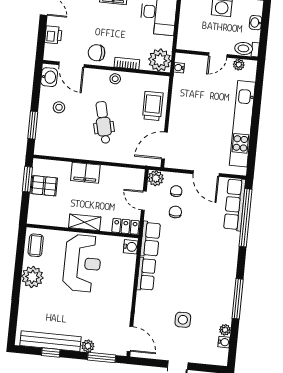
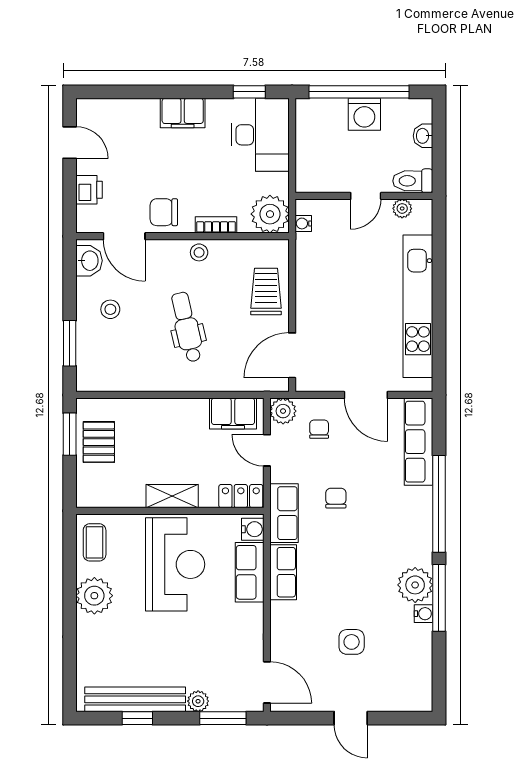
filing cabinet: (85, 173) -> (233, 413), moved
pallet: (44, 186) -> (99, 442), turned 90
chair: (175, 212) -> (336, 498), moved
window: (246, 218) -> (439, 504), moved
row of seats: (126, 272) -> (250, 572), added
plant: (225, 330) -> (415, 585), moved, width x1.87, depth x1.87
water cooler: (224, 342) -> (424, 614), moved

